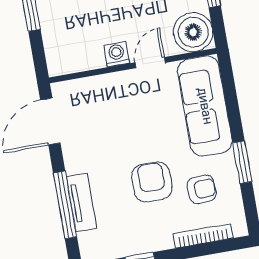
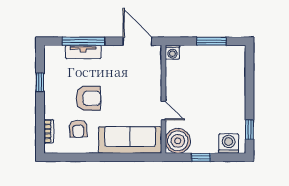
washing machine: (117, 54) -> (172, 52), moved, turned 90
window: (242, 162) -> (91, 157), removed
bookcase: (203, 236) -> (49, 131), width x0.64

